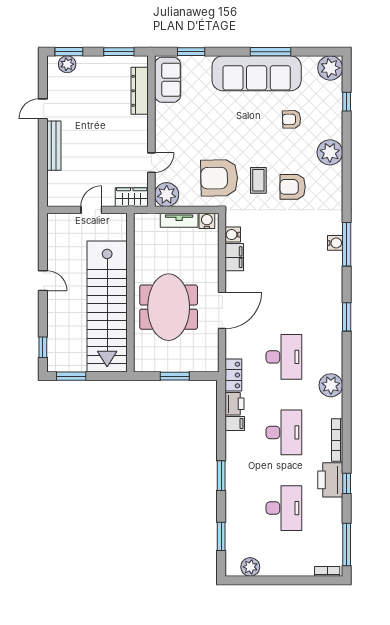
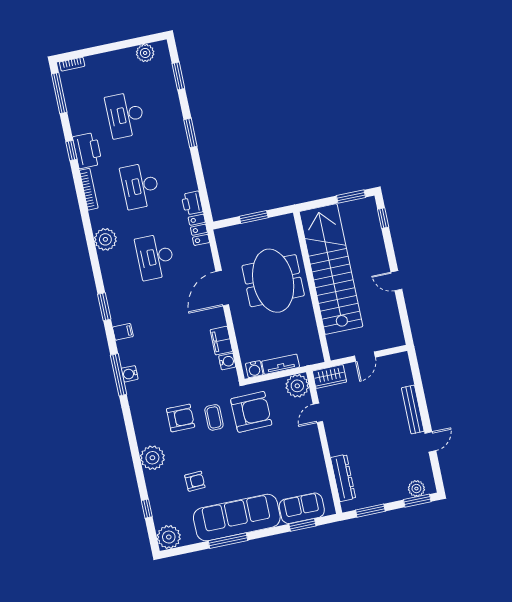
sofa: (168, 80) -> (302, 508), moved, turned 90
filing cabinet: (235, 423) -> (123, 332), moved, turned 180

